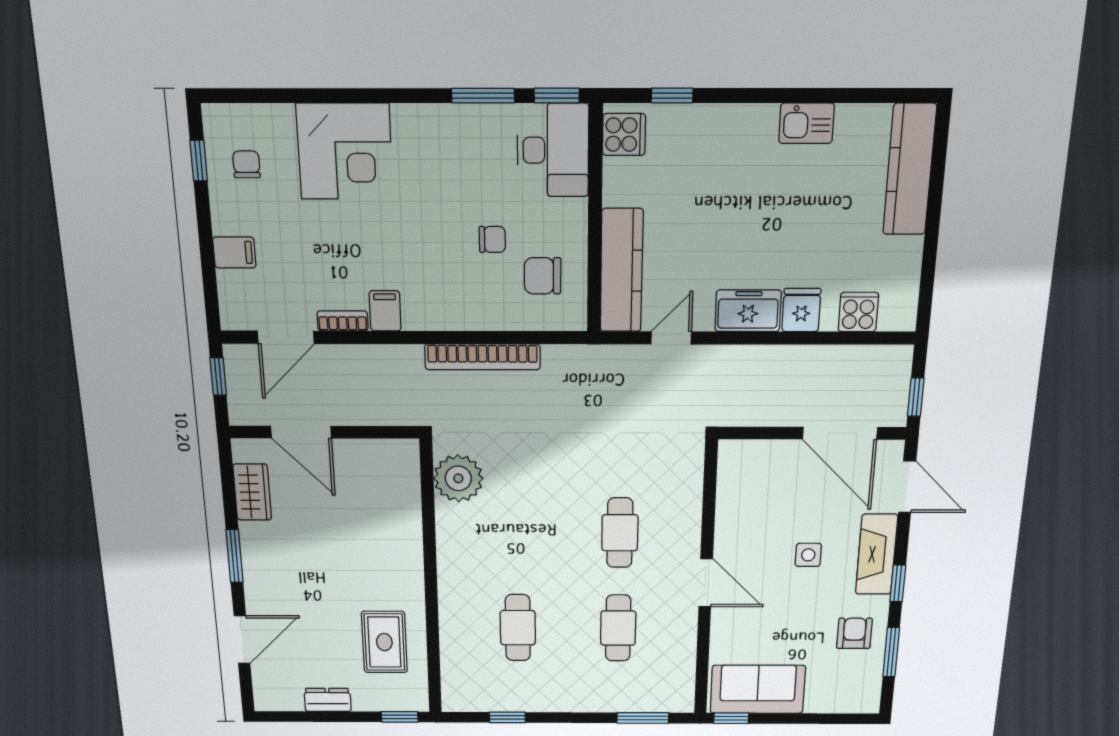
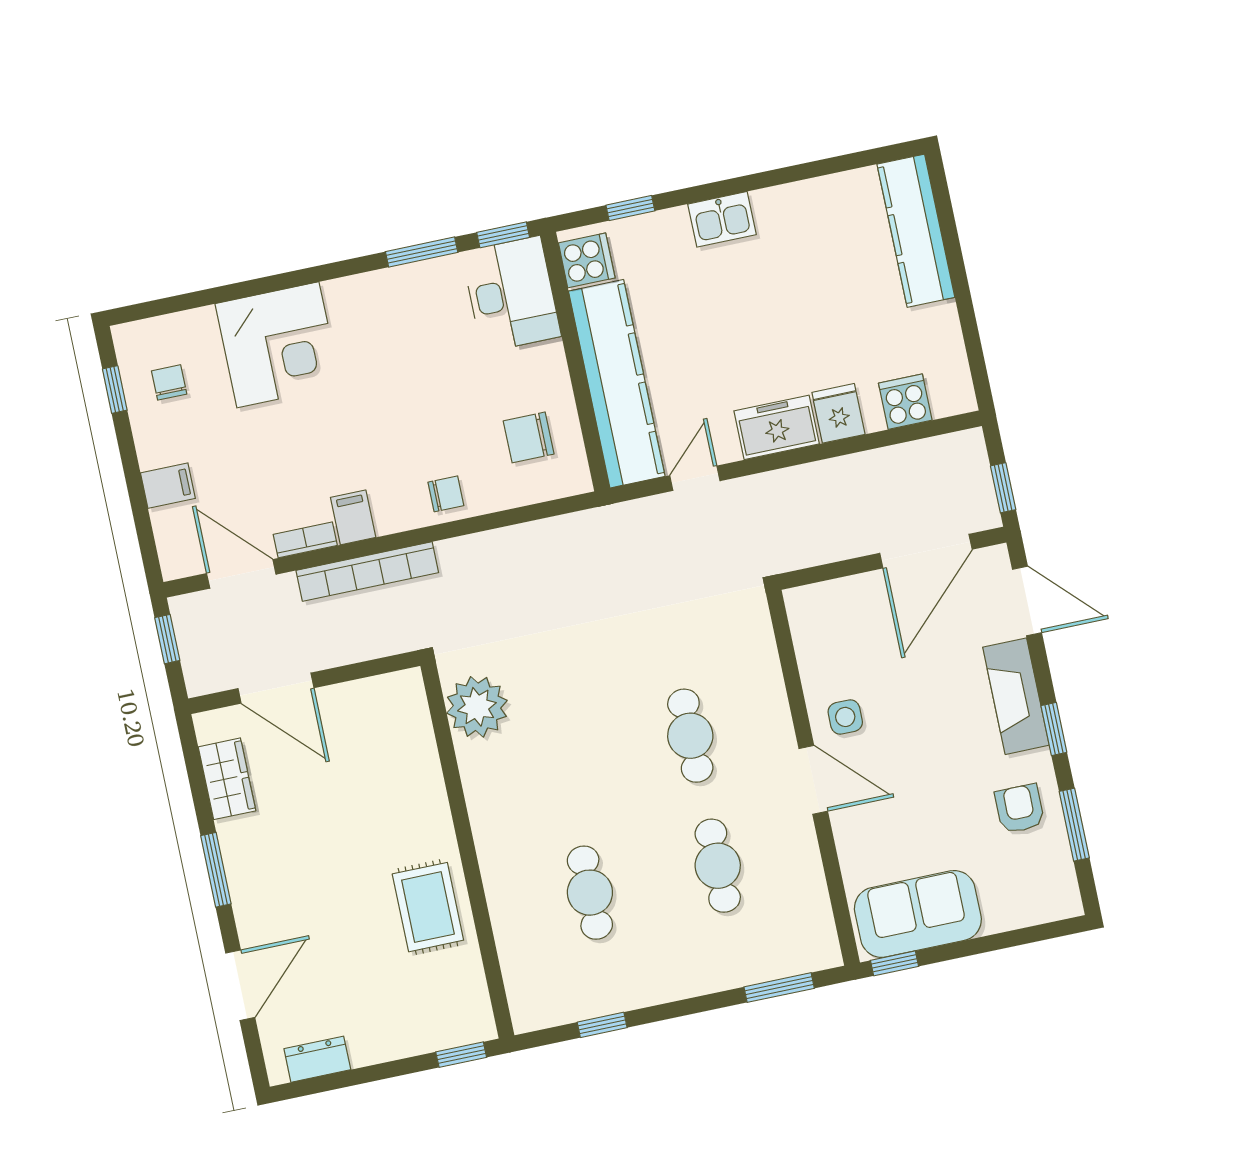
kitchen sink: (806, 123) -> (722, 219), moved
chair: (492, 239) -> (446, 494), moved
kitchen counter: (622, 271) -> (617, 384), width x1.39, depth x1.17
door: (286, 337) -> (241, 574), swing flipped
bookcase: (482, 357) -> (367, 572), moved
door: (840, 433) -> (926, 551), hinge flipped
side table: (808, 555) -> (845, 717), moved
rug: (384, 642) -> (428, 907), moved
dresser: (328, 700) -> (317, 1059), moved

